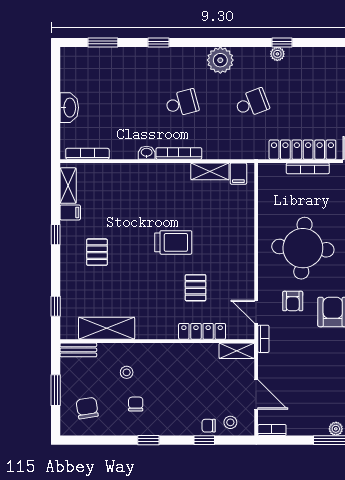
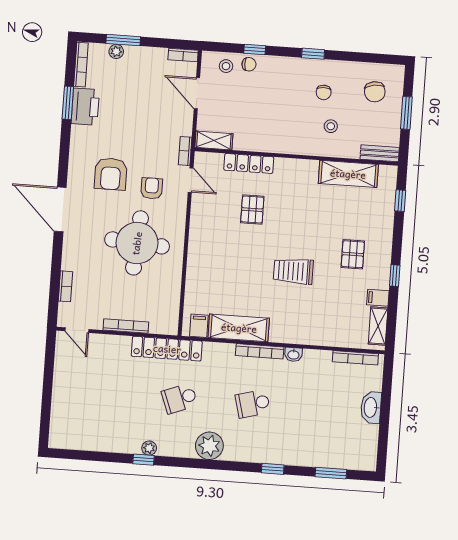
locker: (302, 150) -> (167, 349), moved
shelving: (210, 171) -> (239, 328), width x1.50, depth x1.33
trolley: (173, 242) -> (293, 271), moved

